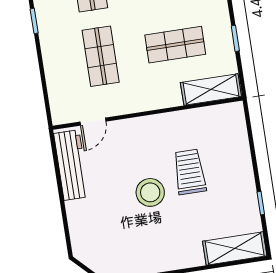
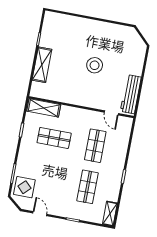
door: (93, 122) -> (111, 113), swing flipped
trolley: (190, 172) -> (70, 69), removed
shelving: (235, 248) -> (42, 65), moved, turned 90

